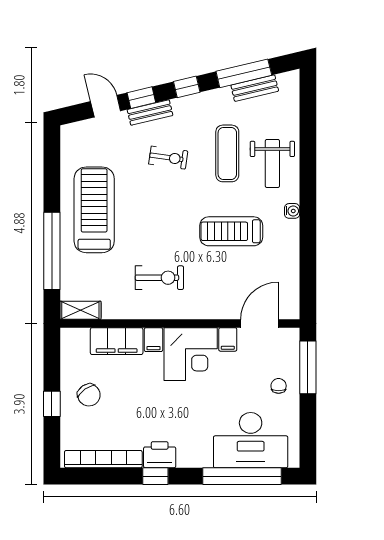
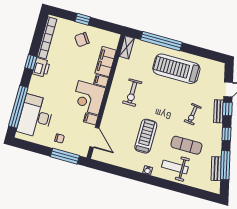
treadmill: (94, 210) -> (176, 69), turned 180

